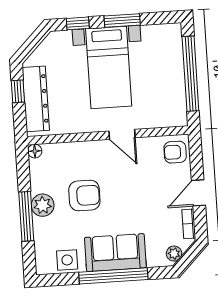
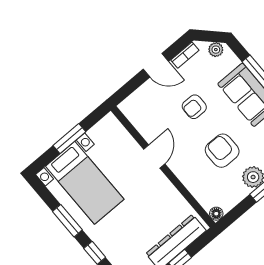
bed with nightstands: (109, 67) -> (85, 183), moved, turned 90
window: (190, 74) -> (69, 139), width x0.47
armchair: (175, 152) -> (194, 107), moved, turned 90

